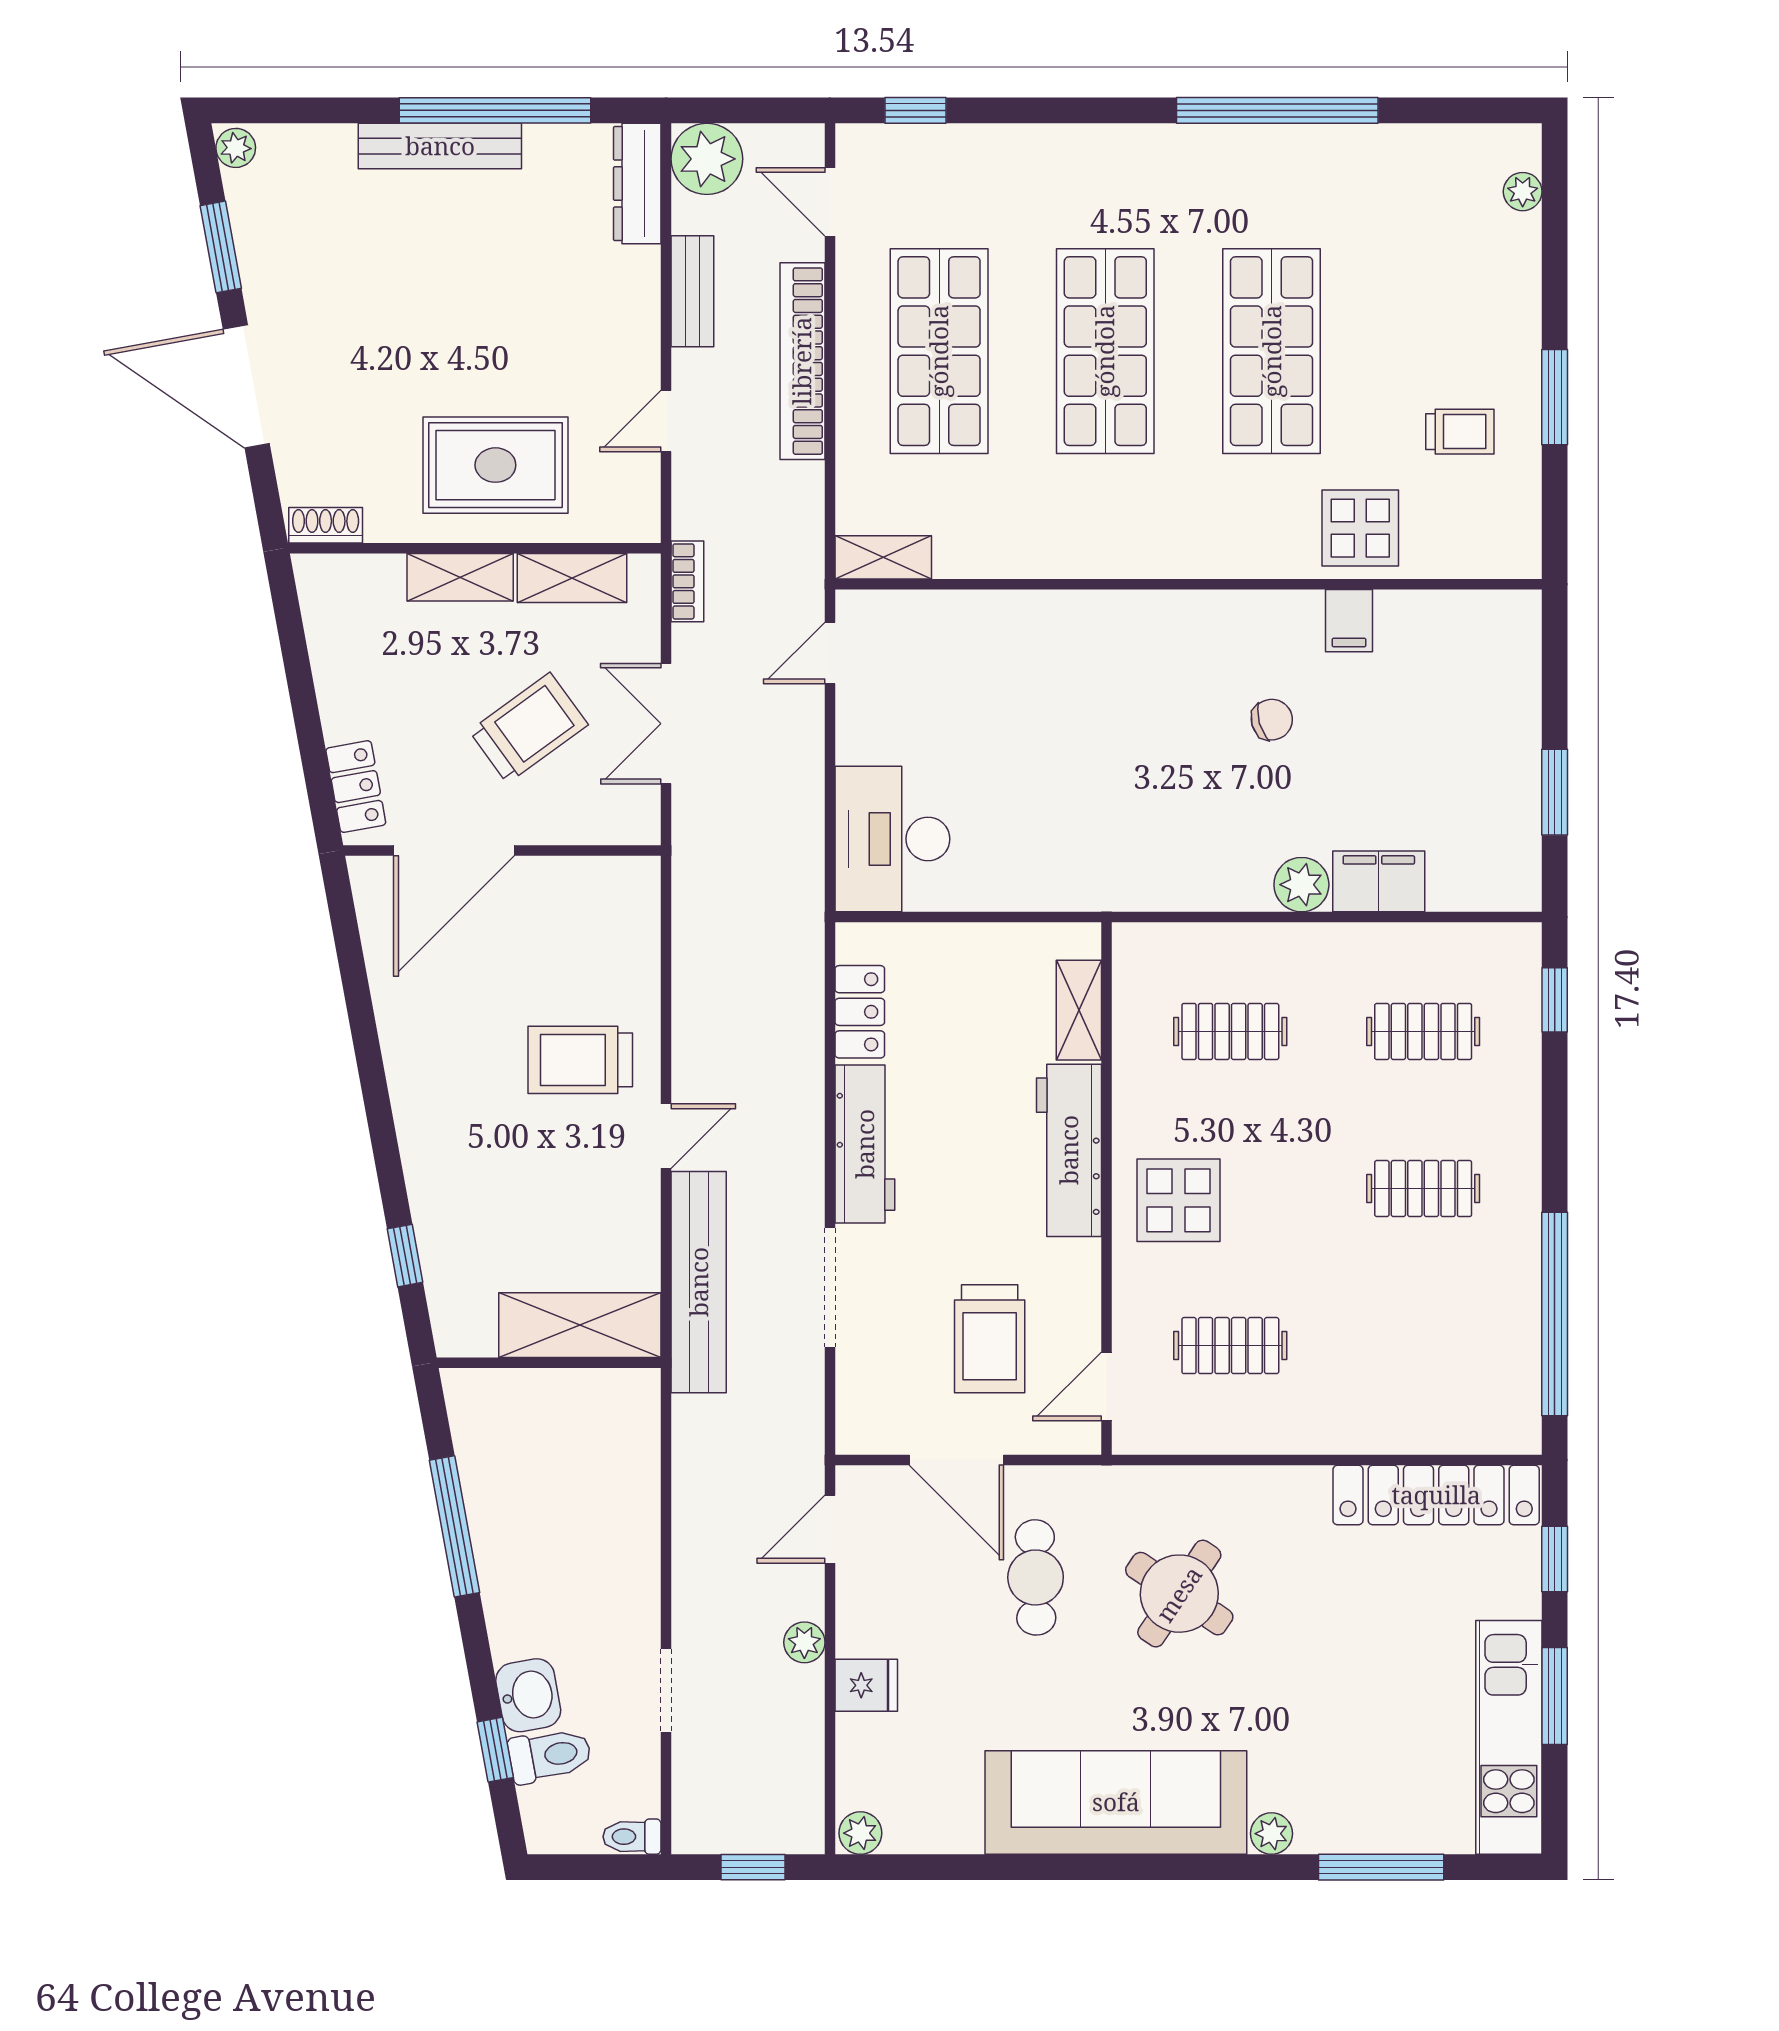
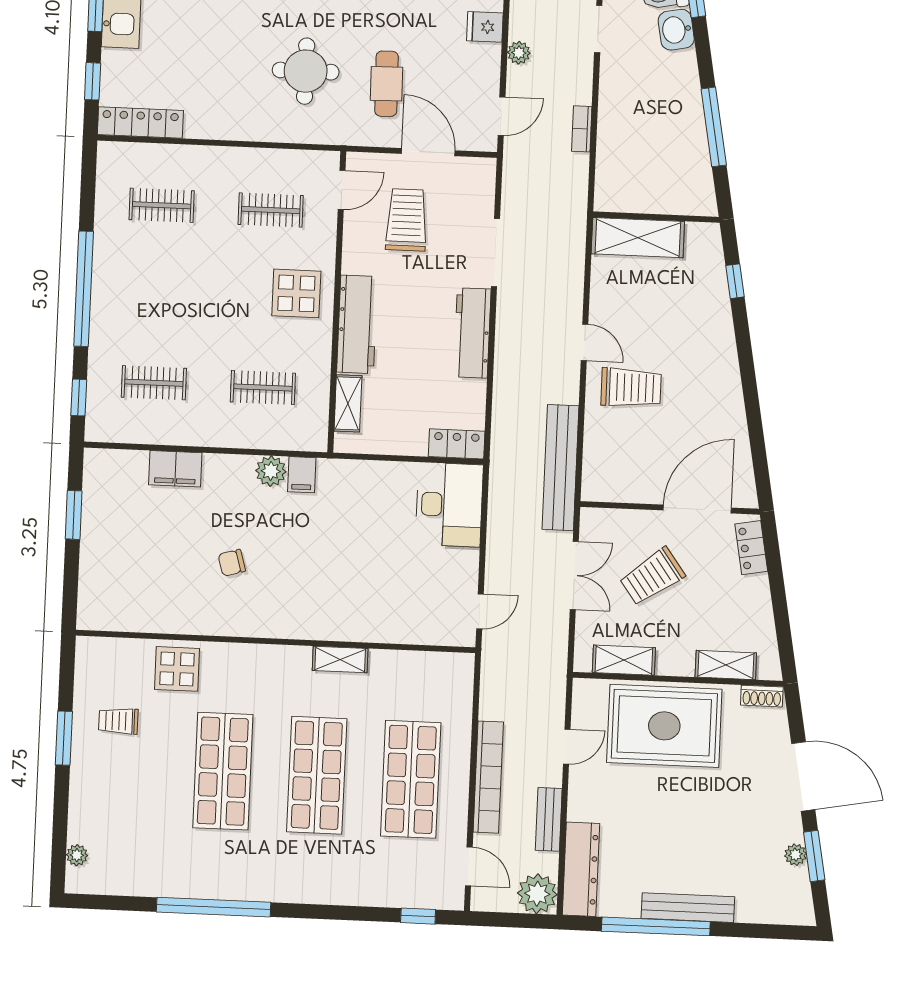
plant: (236, 148) -> (795, 855), moved
dresser: (637, 184) -> (581, 869), width x1.37, depth x1.24
rug: (495, 465) -> (664, 726), width x1.37, depth x1.44
shelving: (883, 557) -> (340, 659), moved
shelving: (460, 577) -> (726, 665), moved
bookcase: (687, 581) -> (582, 129), moved
filing cabinet: (1349, 621) -> (302, 475), moved, turned 180
plant: (1301, 885) -> (271, 471), moved
locker: (860, 1012) -> (457, 444), moved, turned 90
door: (666, 1136) -> (584, 342), swing flipped
clothes rail: (1423, 1189) -> (162, 205), moved
bench: (699, 1282) -> (561, 468), moved
window: (1555, 1314) -> (84, 289), moved
locker: (1436, 1495) -> (140, 123), width x0.71, depth x0.83
round table: (1179, 1594) -> (306, 71), turned -34

